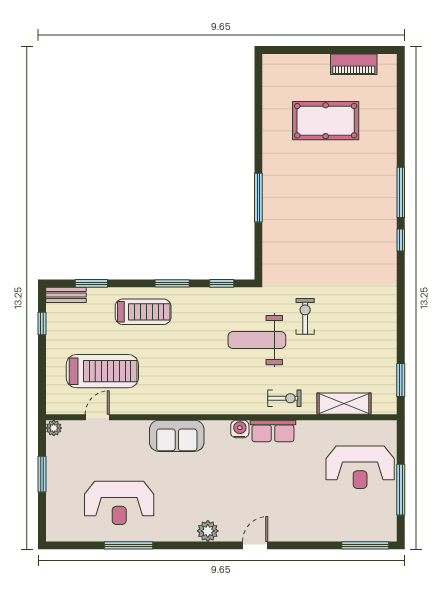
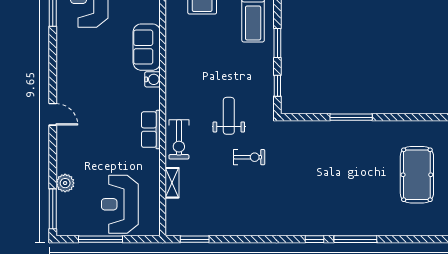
weight bench: (257, 340) -> (229, 116), width x0.73, depth x0.75
exercise bike: (284, 398) -> (179, 139), width x1.38, depth x1.39
shelving: (344, 404) -> (172, 183), width x0.67, depth x0.75
water cooler: (240, 429) -> (153, 79), moved
plant: (208, 531) -> (65, 183), moved

